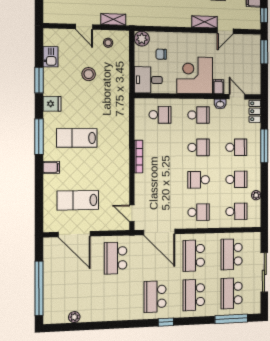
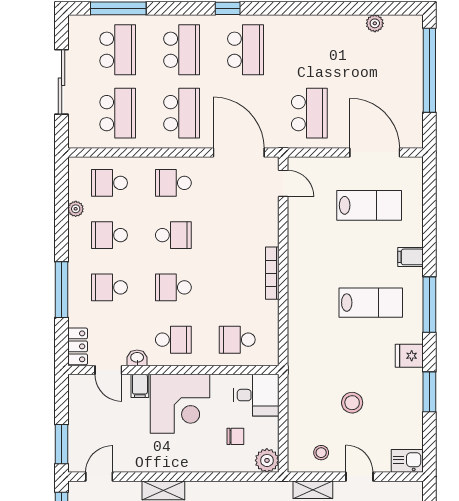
door: (225, 31) -> (99, 477), moved
kitchen sink: (50, 57) -> (407, 461), moved, turned 90
school desk: (199, 115) -> (173, 340), turned 180

